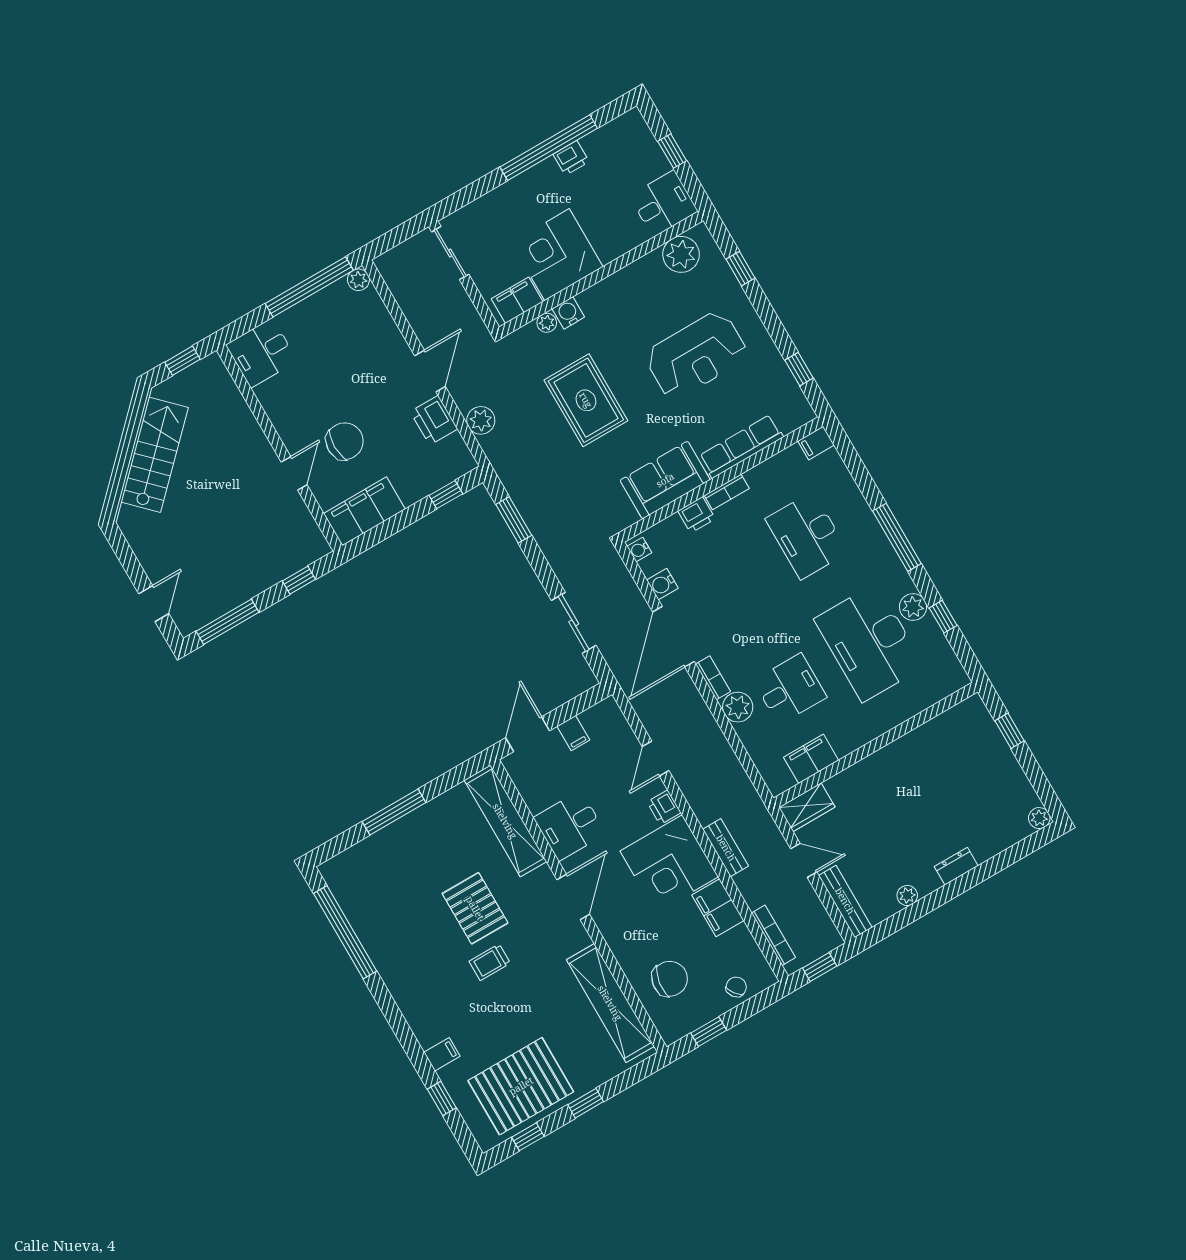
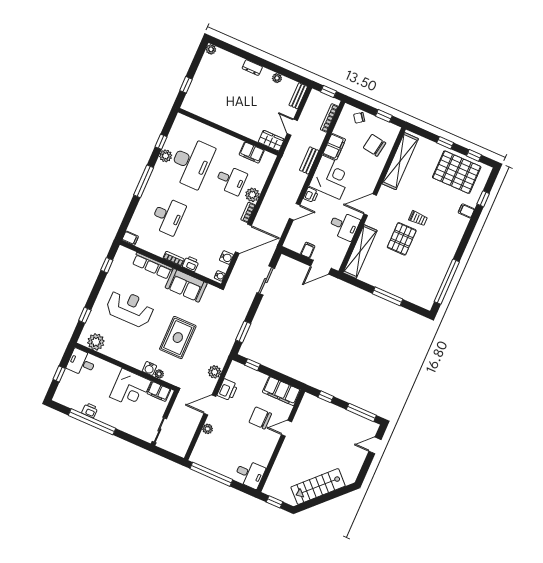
plant: (358, 280) -> (208, 429), moved
desk: (790, 689) -> (231, 180), turned 180
bench: (845, 901) -> (298, 96), width x0.73

